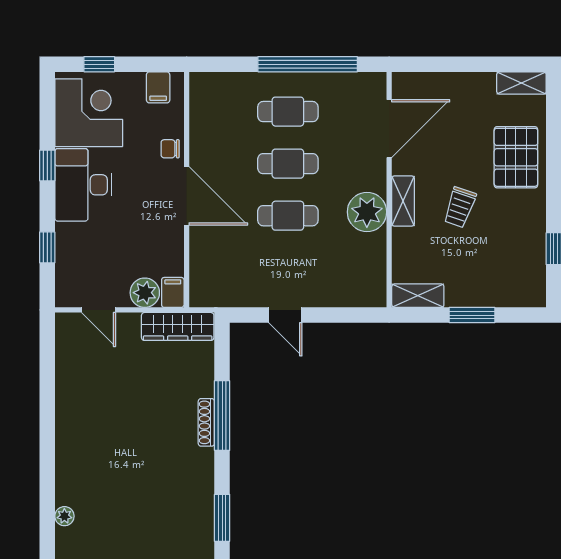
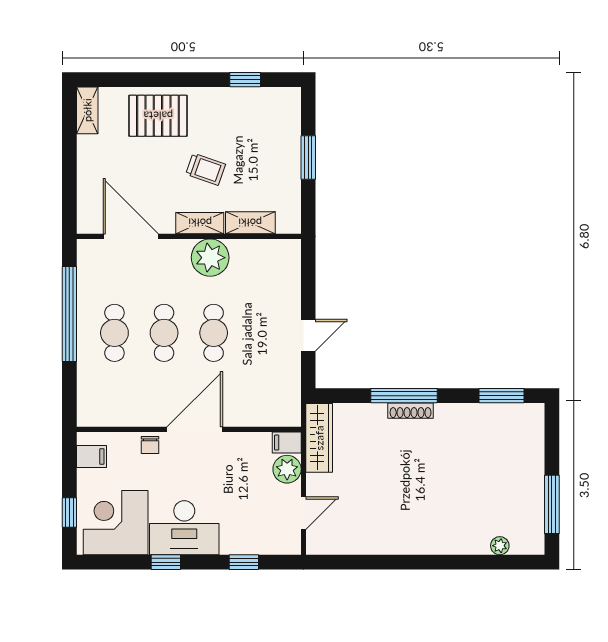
shelving: (418, 296) -> (250, 223), moved, turned 90

